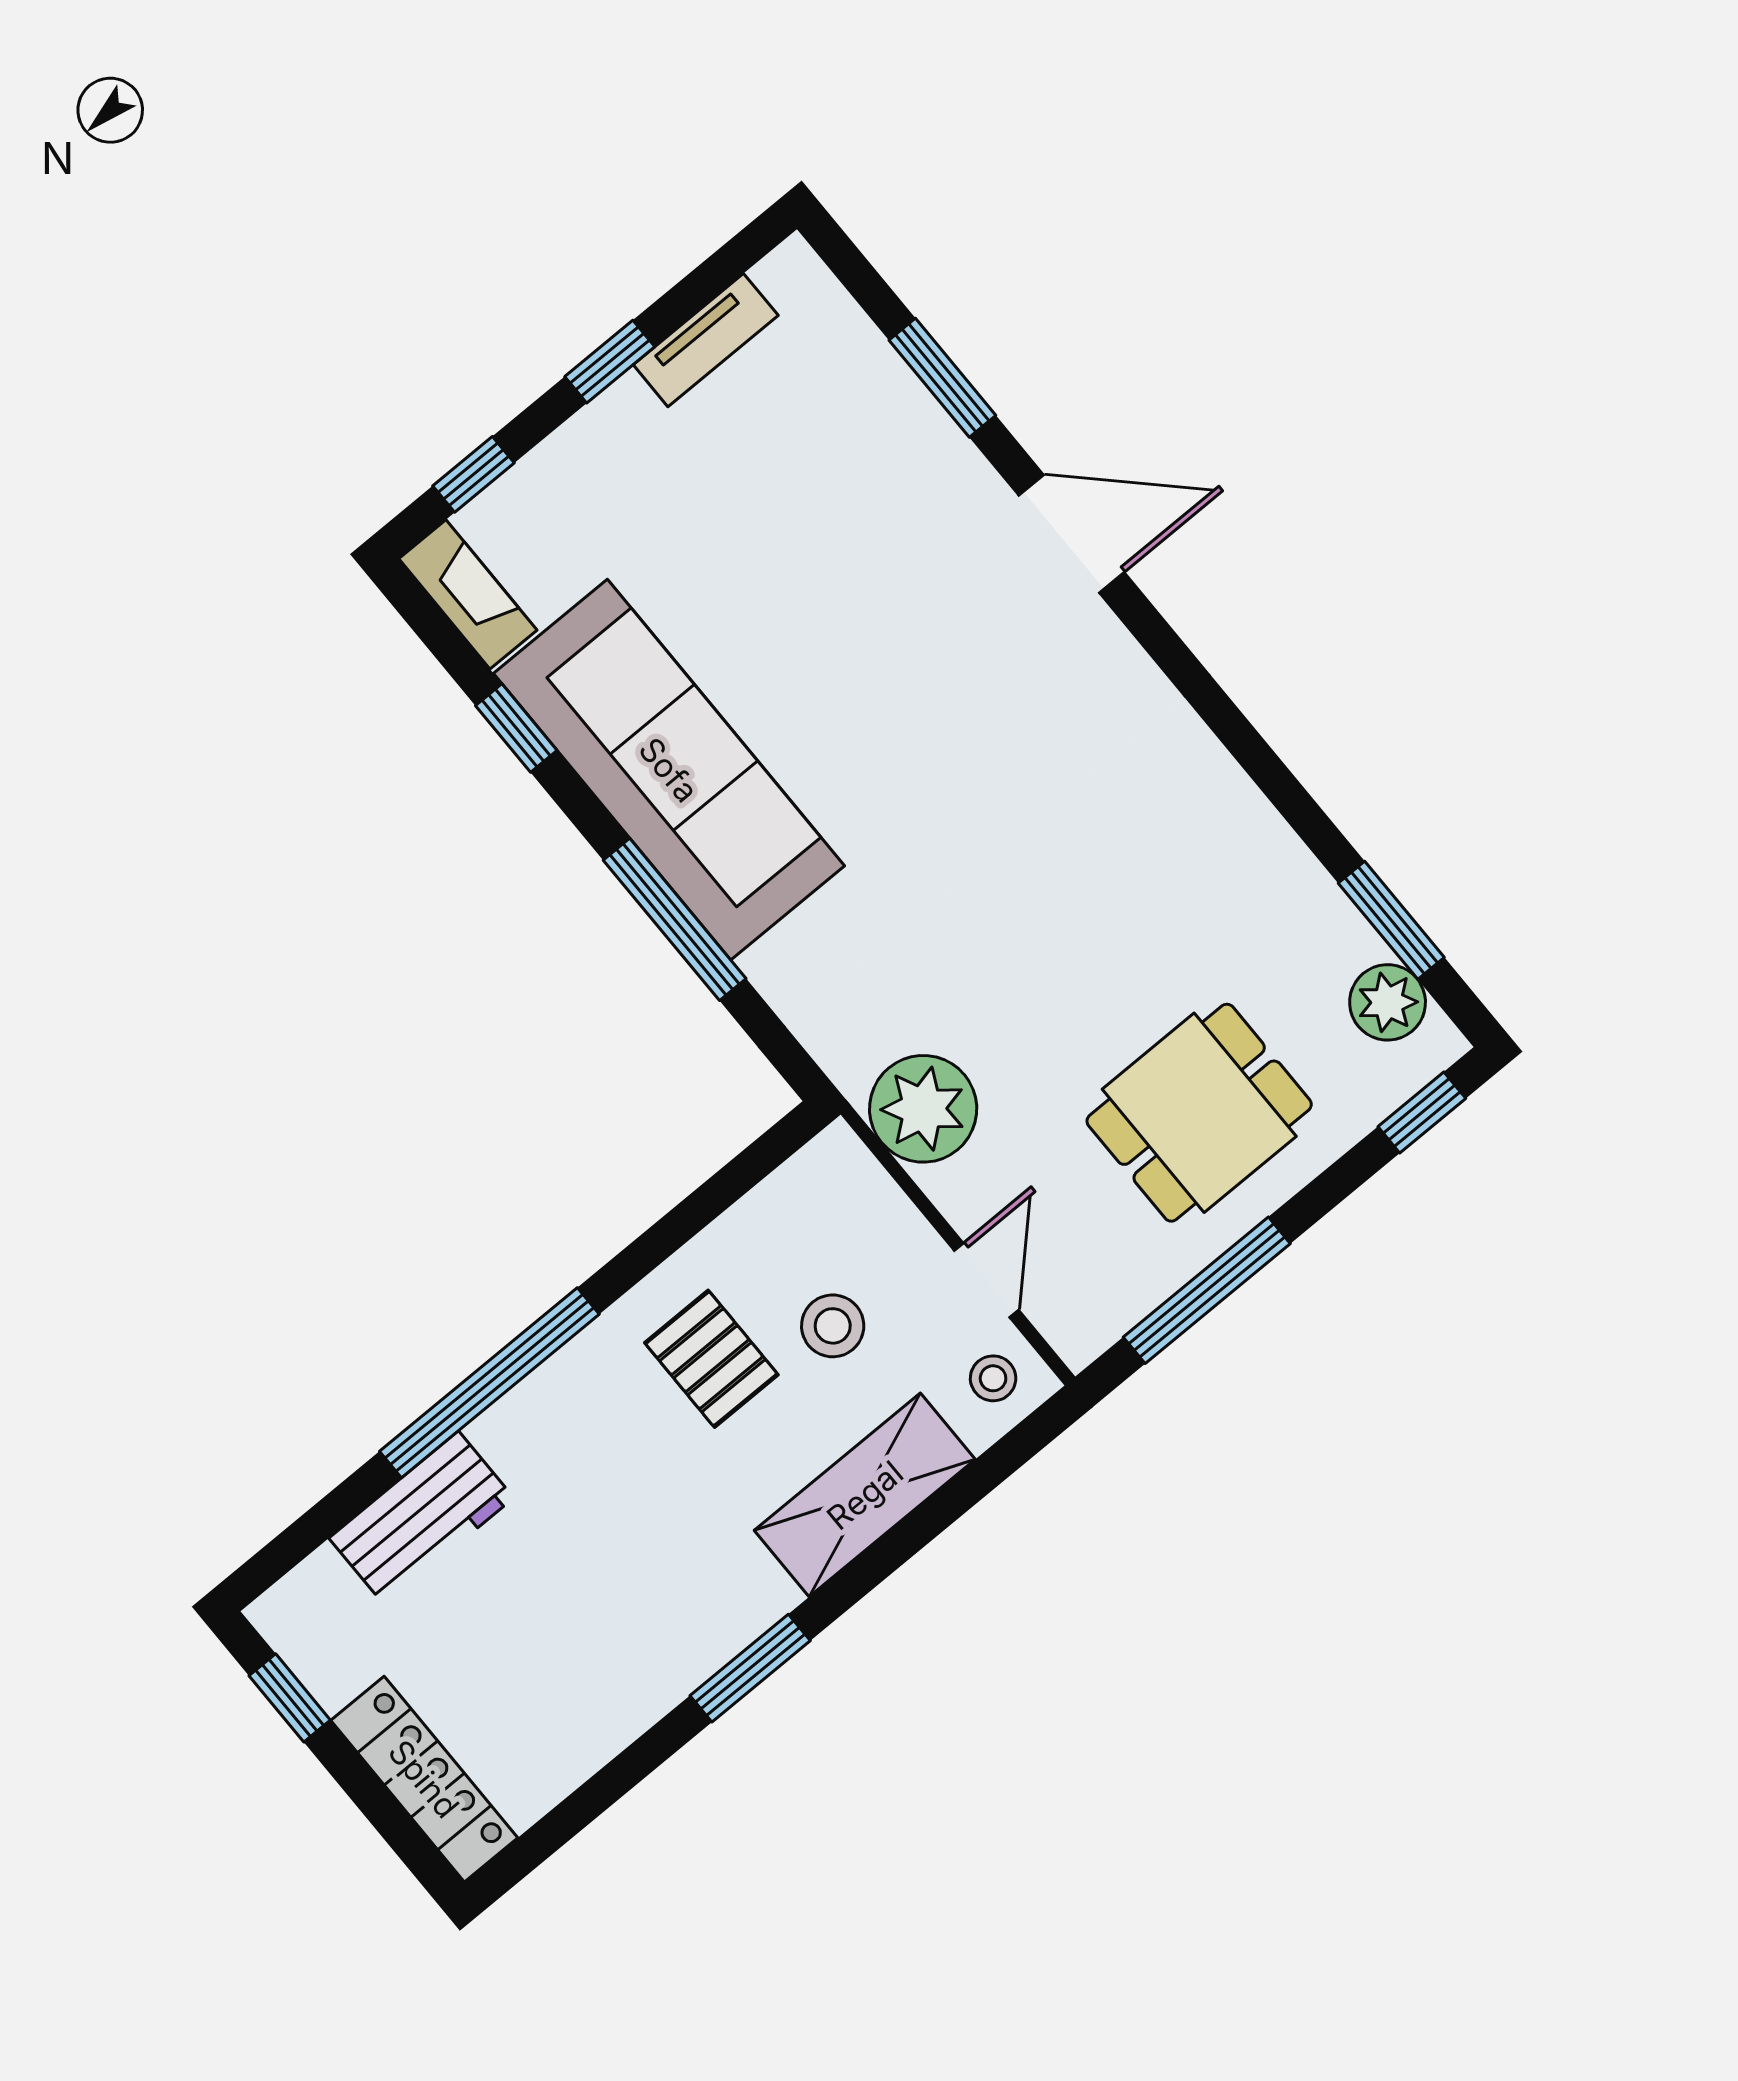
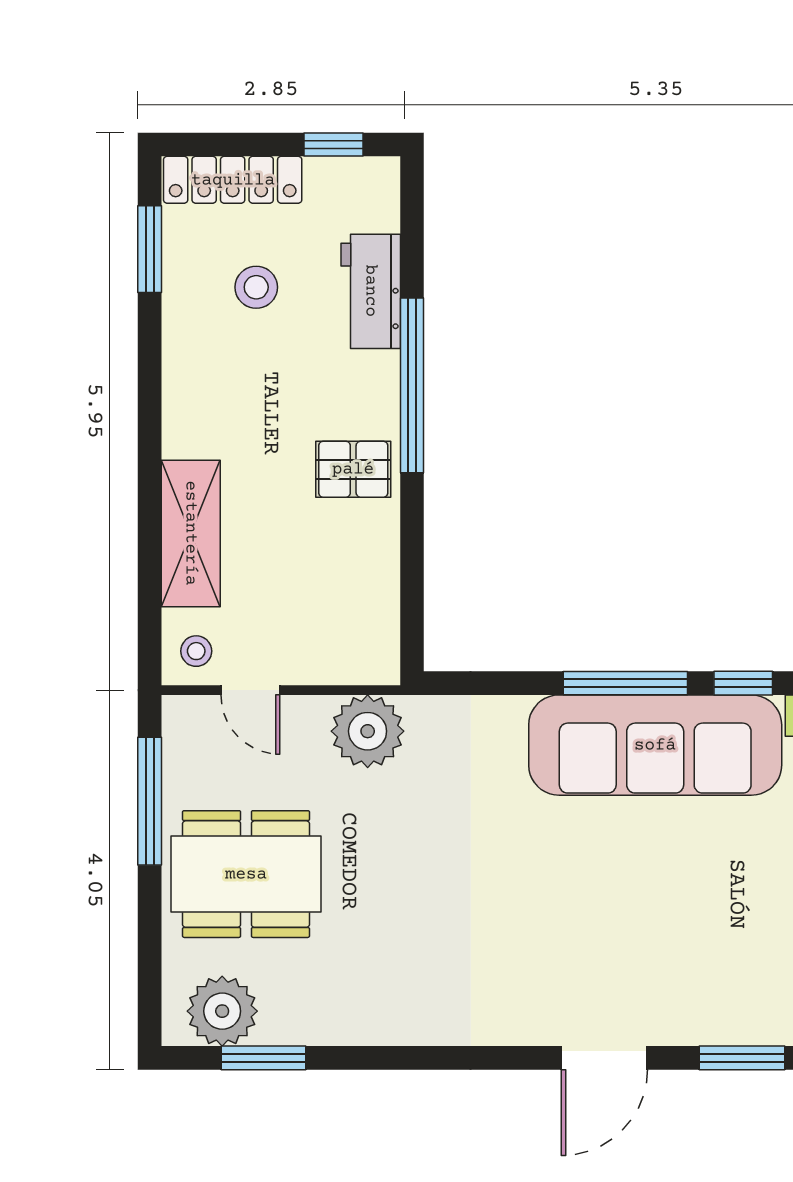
window: (675, 919) -> (625, 683), moved
plant: (1388, 1002) -> (222, 1011), width x1.36, depth x1.36
window: (1422, 1112) -> (150, 991), removed
dining table: (1199, 1113) -> (246, 874), width x1.38
stool: (833, 1326) -> (256, 287), moved
pallet: (711, 1359) -> (353, 469), moved
window: (750, 1668) -> (150, 249), moved

